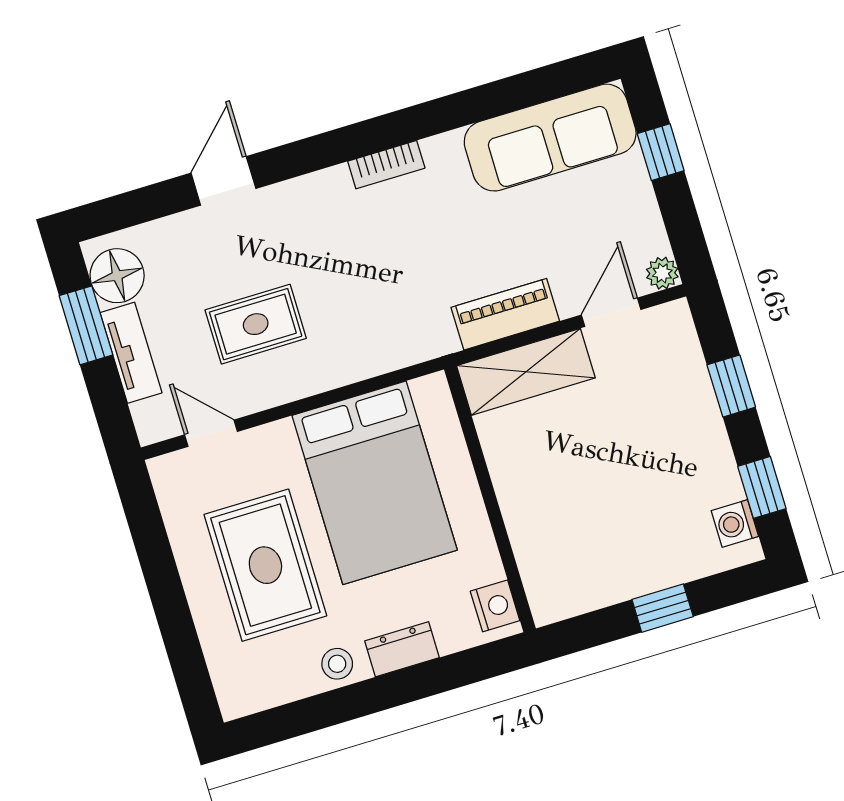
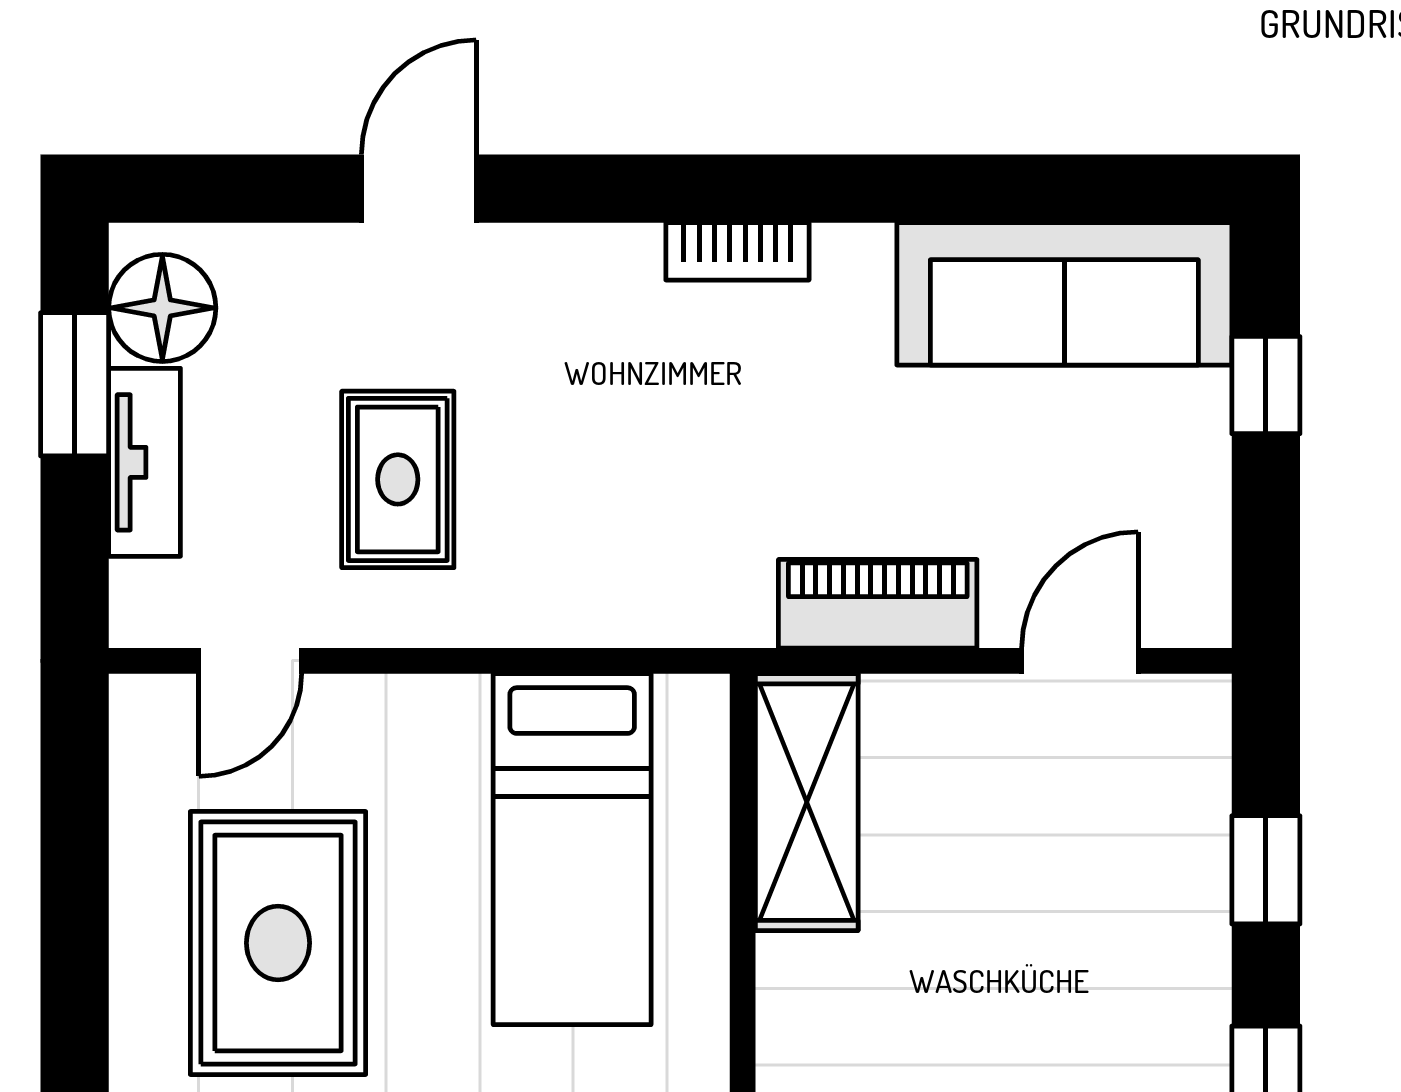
plant: (662, 273) -> (1199, 616), removed
rug: (256, 324) -> (398, 479), turned 90
shelving: (526, 372) -> (807, 802), moved, turned 90
door: (211, 433) -> (250, 661), swing flipped
bed: (375, 483) -> (572, 849), width x0.67

